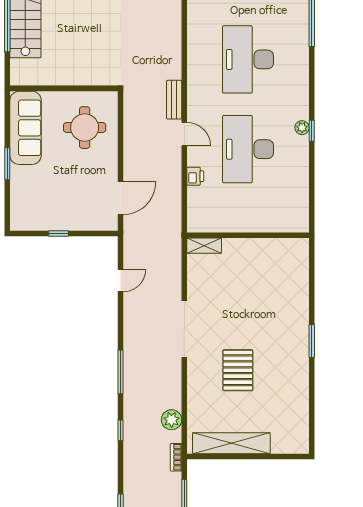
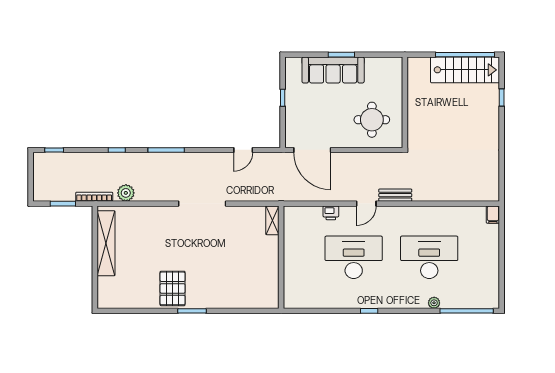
sofa: (26, 128) -> (333, 70), moved
plant: (302, 128) -> (434, 303), moved
door: (121, 198) -> (312, 150), width x1.36
door: (121, 280) -> (243, 150), hinge flipped
pallet: (238, 370) -> (173, 288), moved, turned 90
bookcase: (176, 457) -> (94, 197), width x1.56

